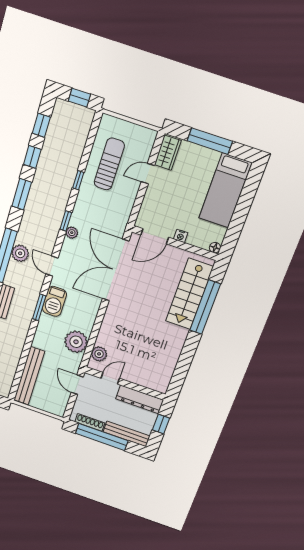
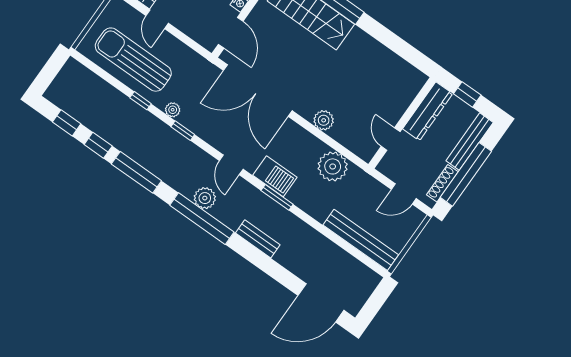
window: (79, 98) -> (51, 70), removed
sun lounger: (109, 164) -> (133, 60), width x1.36, depth x1.34
window: (22, 194) -> (136, 172), width x1.44
plant: (72, 233) -> (173, 110), moved
door: (52, 266) -> (231, 165), hinge flipped
plant: (99, 354) -> (324, 120), moved
door: (77, 385) -> (404, 194), moved

